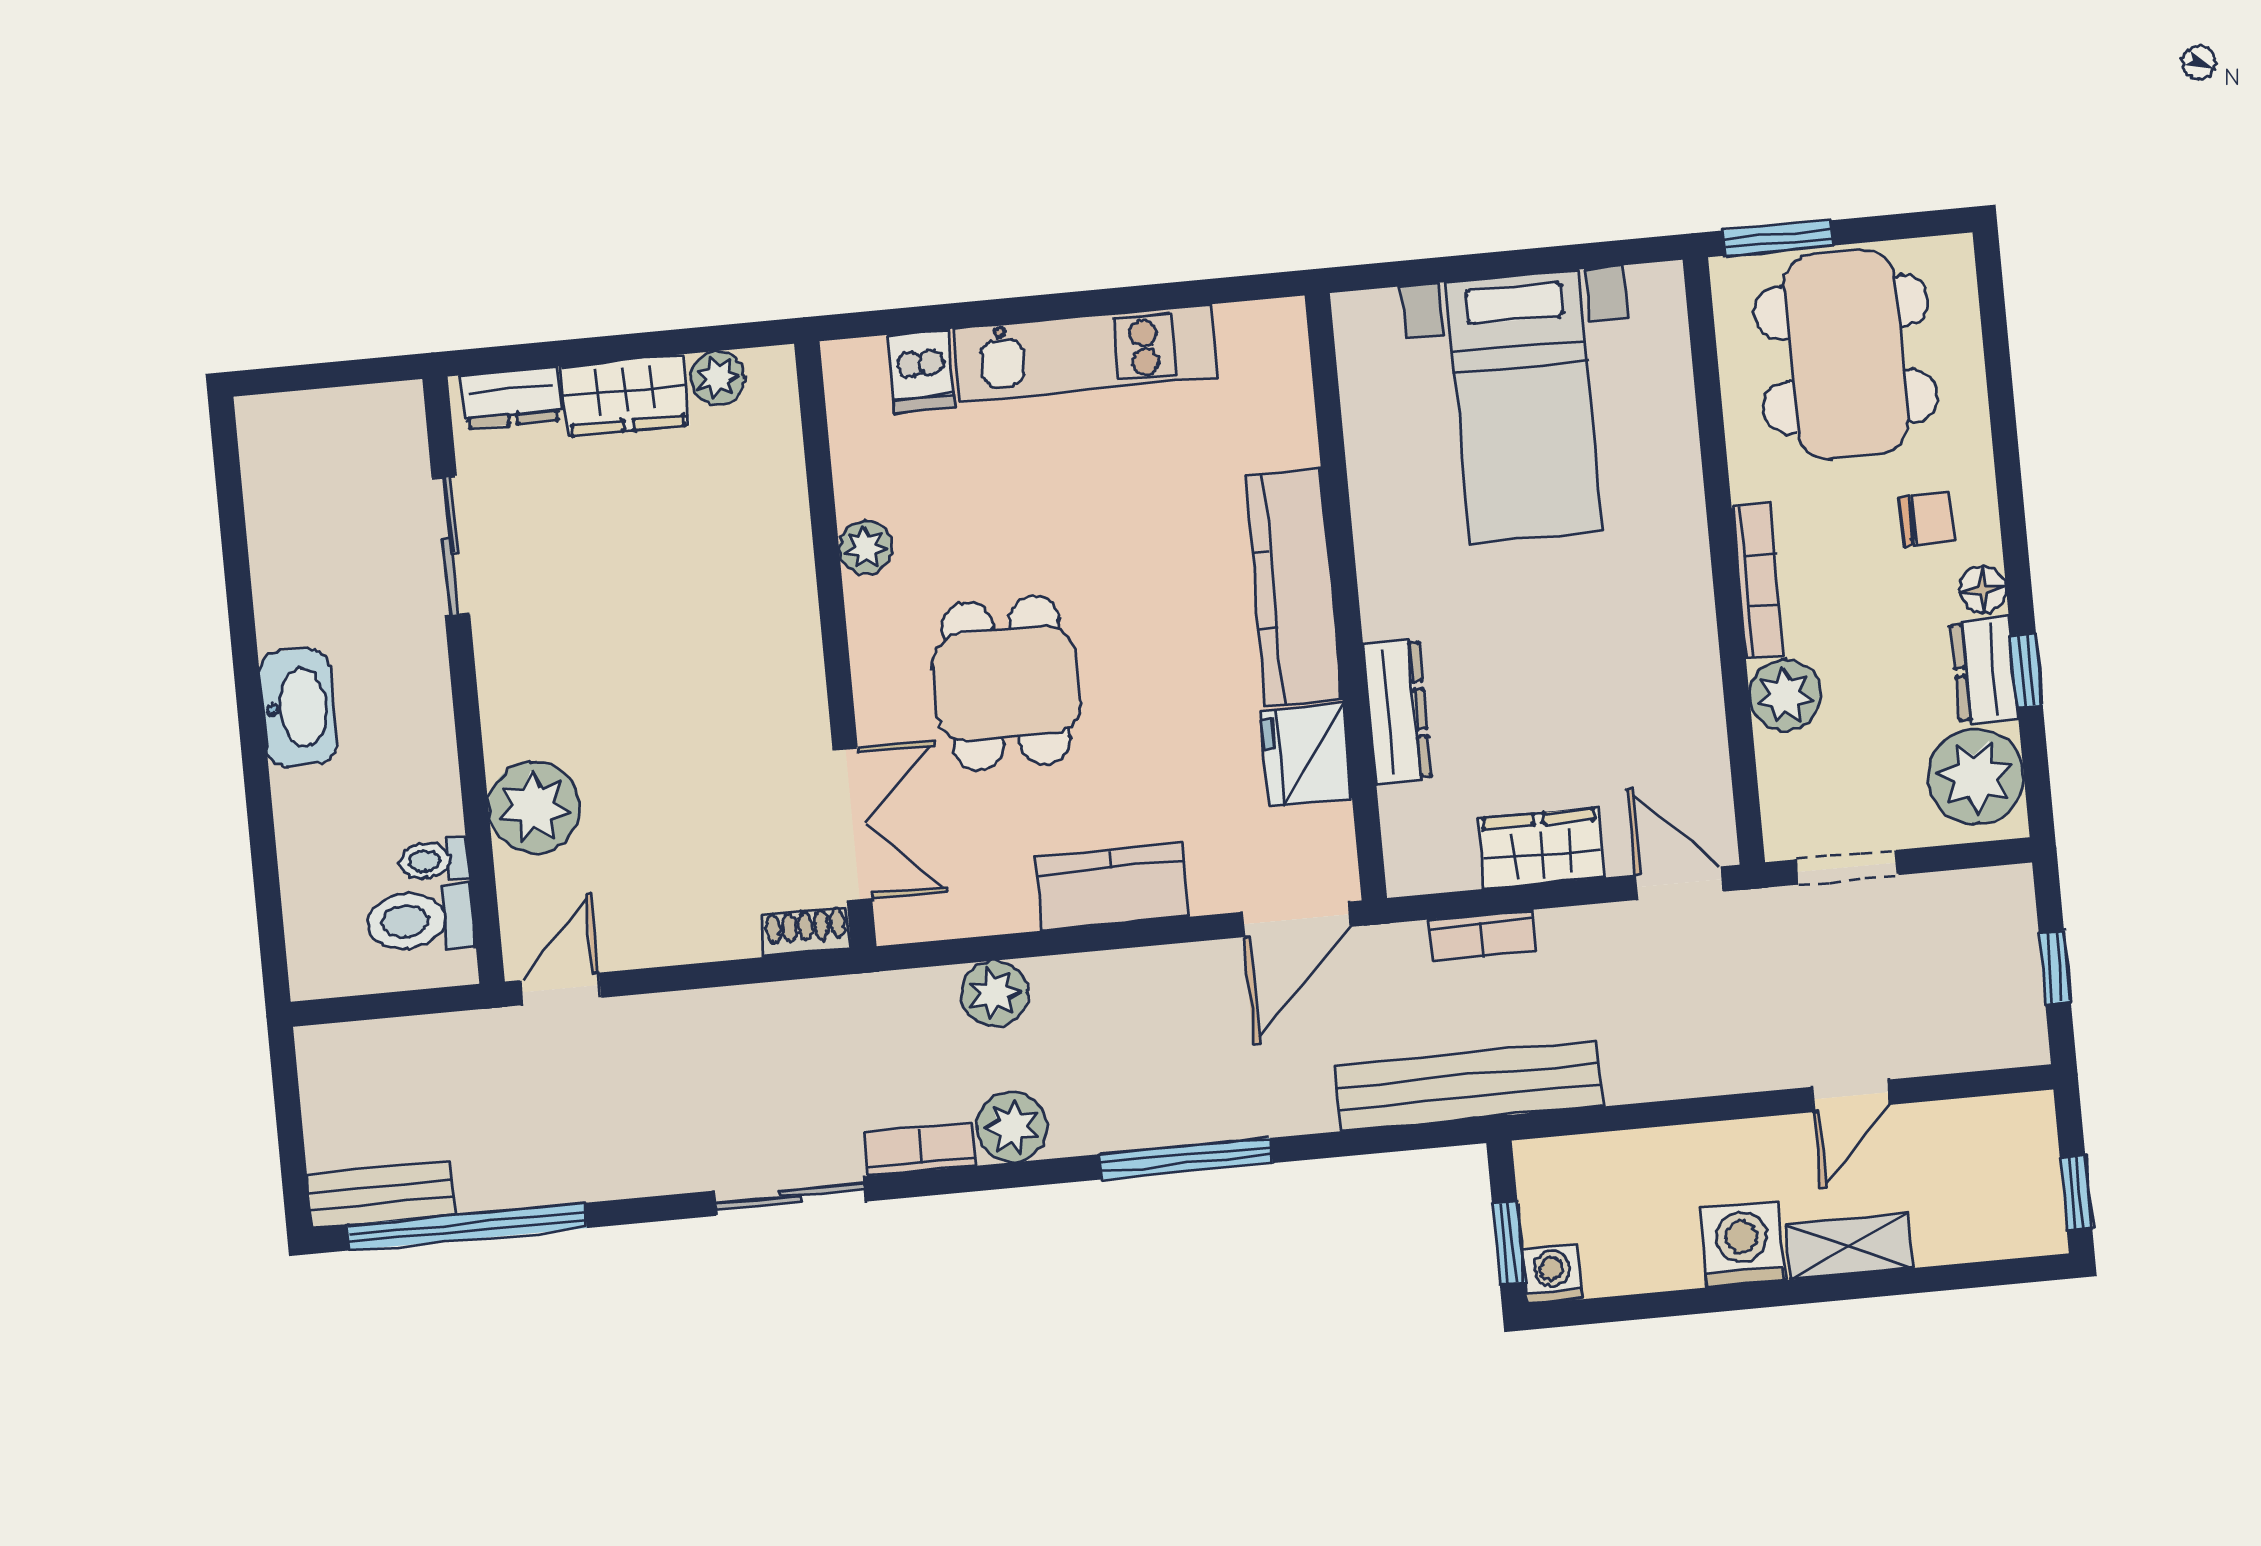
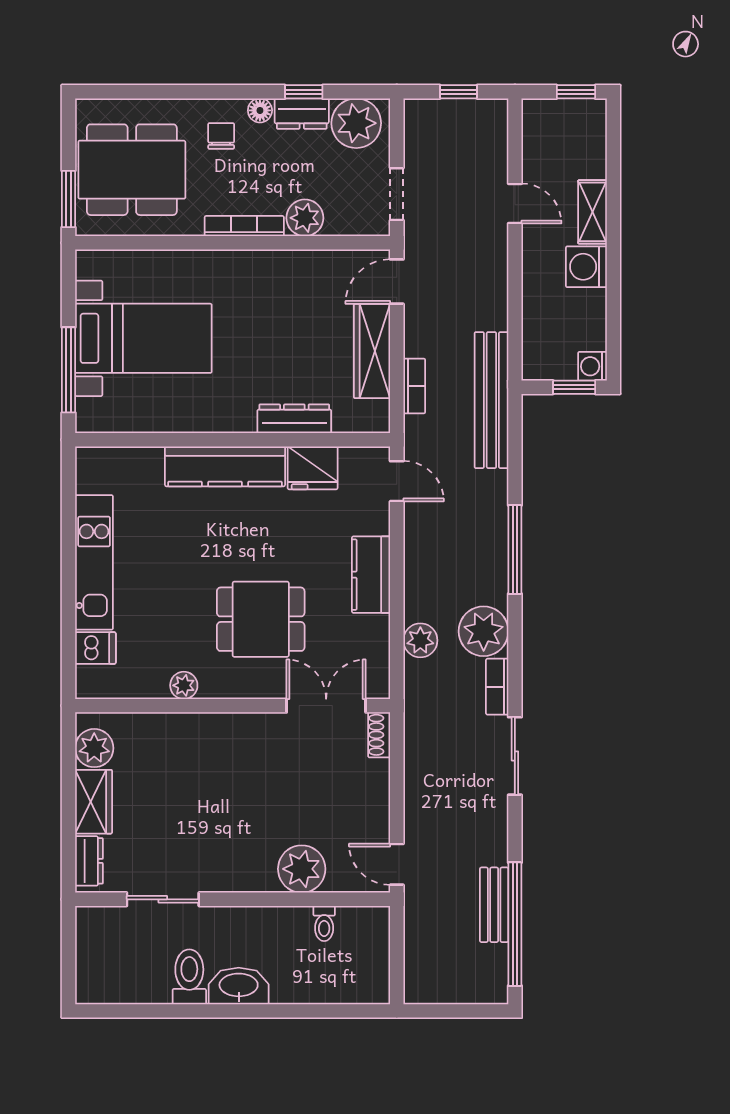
window: (1450, 269) -> (69, 370), added
plant: (718, 378) -> (94, 748), width x1.38, depth x1.38
wardrobe: (1541, 848) -> (372, 351), width x1.50
door: (1296, 919) -> (397, 481), width x0.73
toilet: (420, 920) -> (189, 977), moved, turned 180
plant: (1012, 1127) -> (484, 631), width x1.36, depth x1.36
bench: (381, 1194) -> (494, 905), moved

